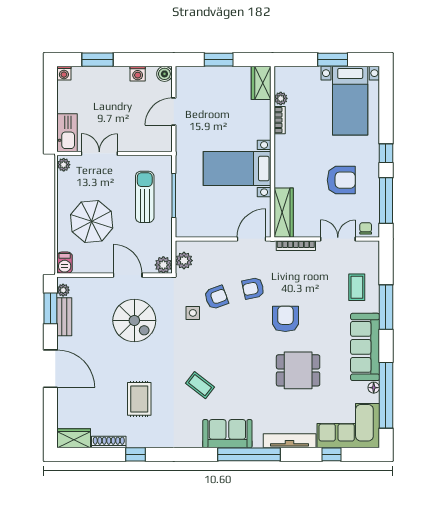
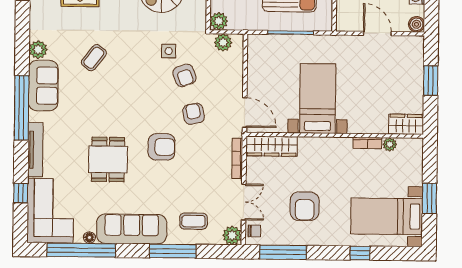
window: (386, 153) -> (360, 253), moved
plant: (370, 250) -> (232, 235), added
plant: (193, 439) -> (38, 50), added

